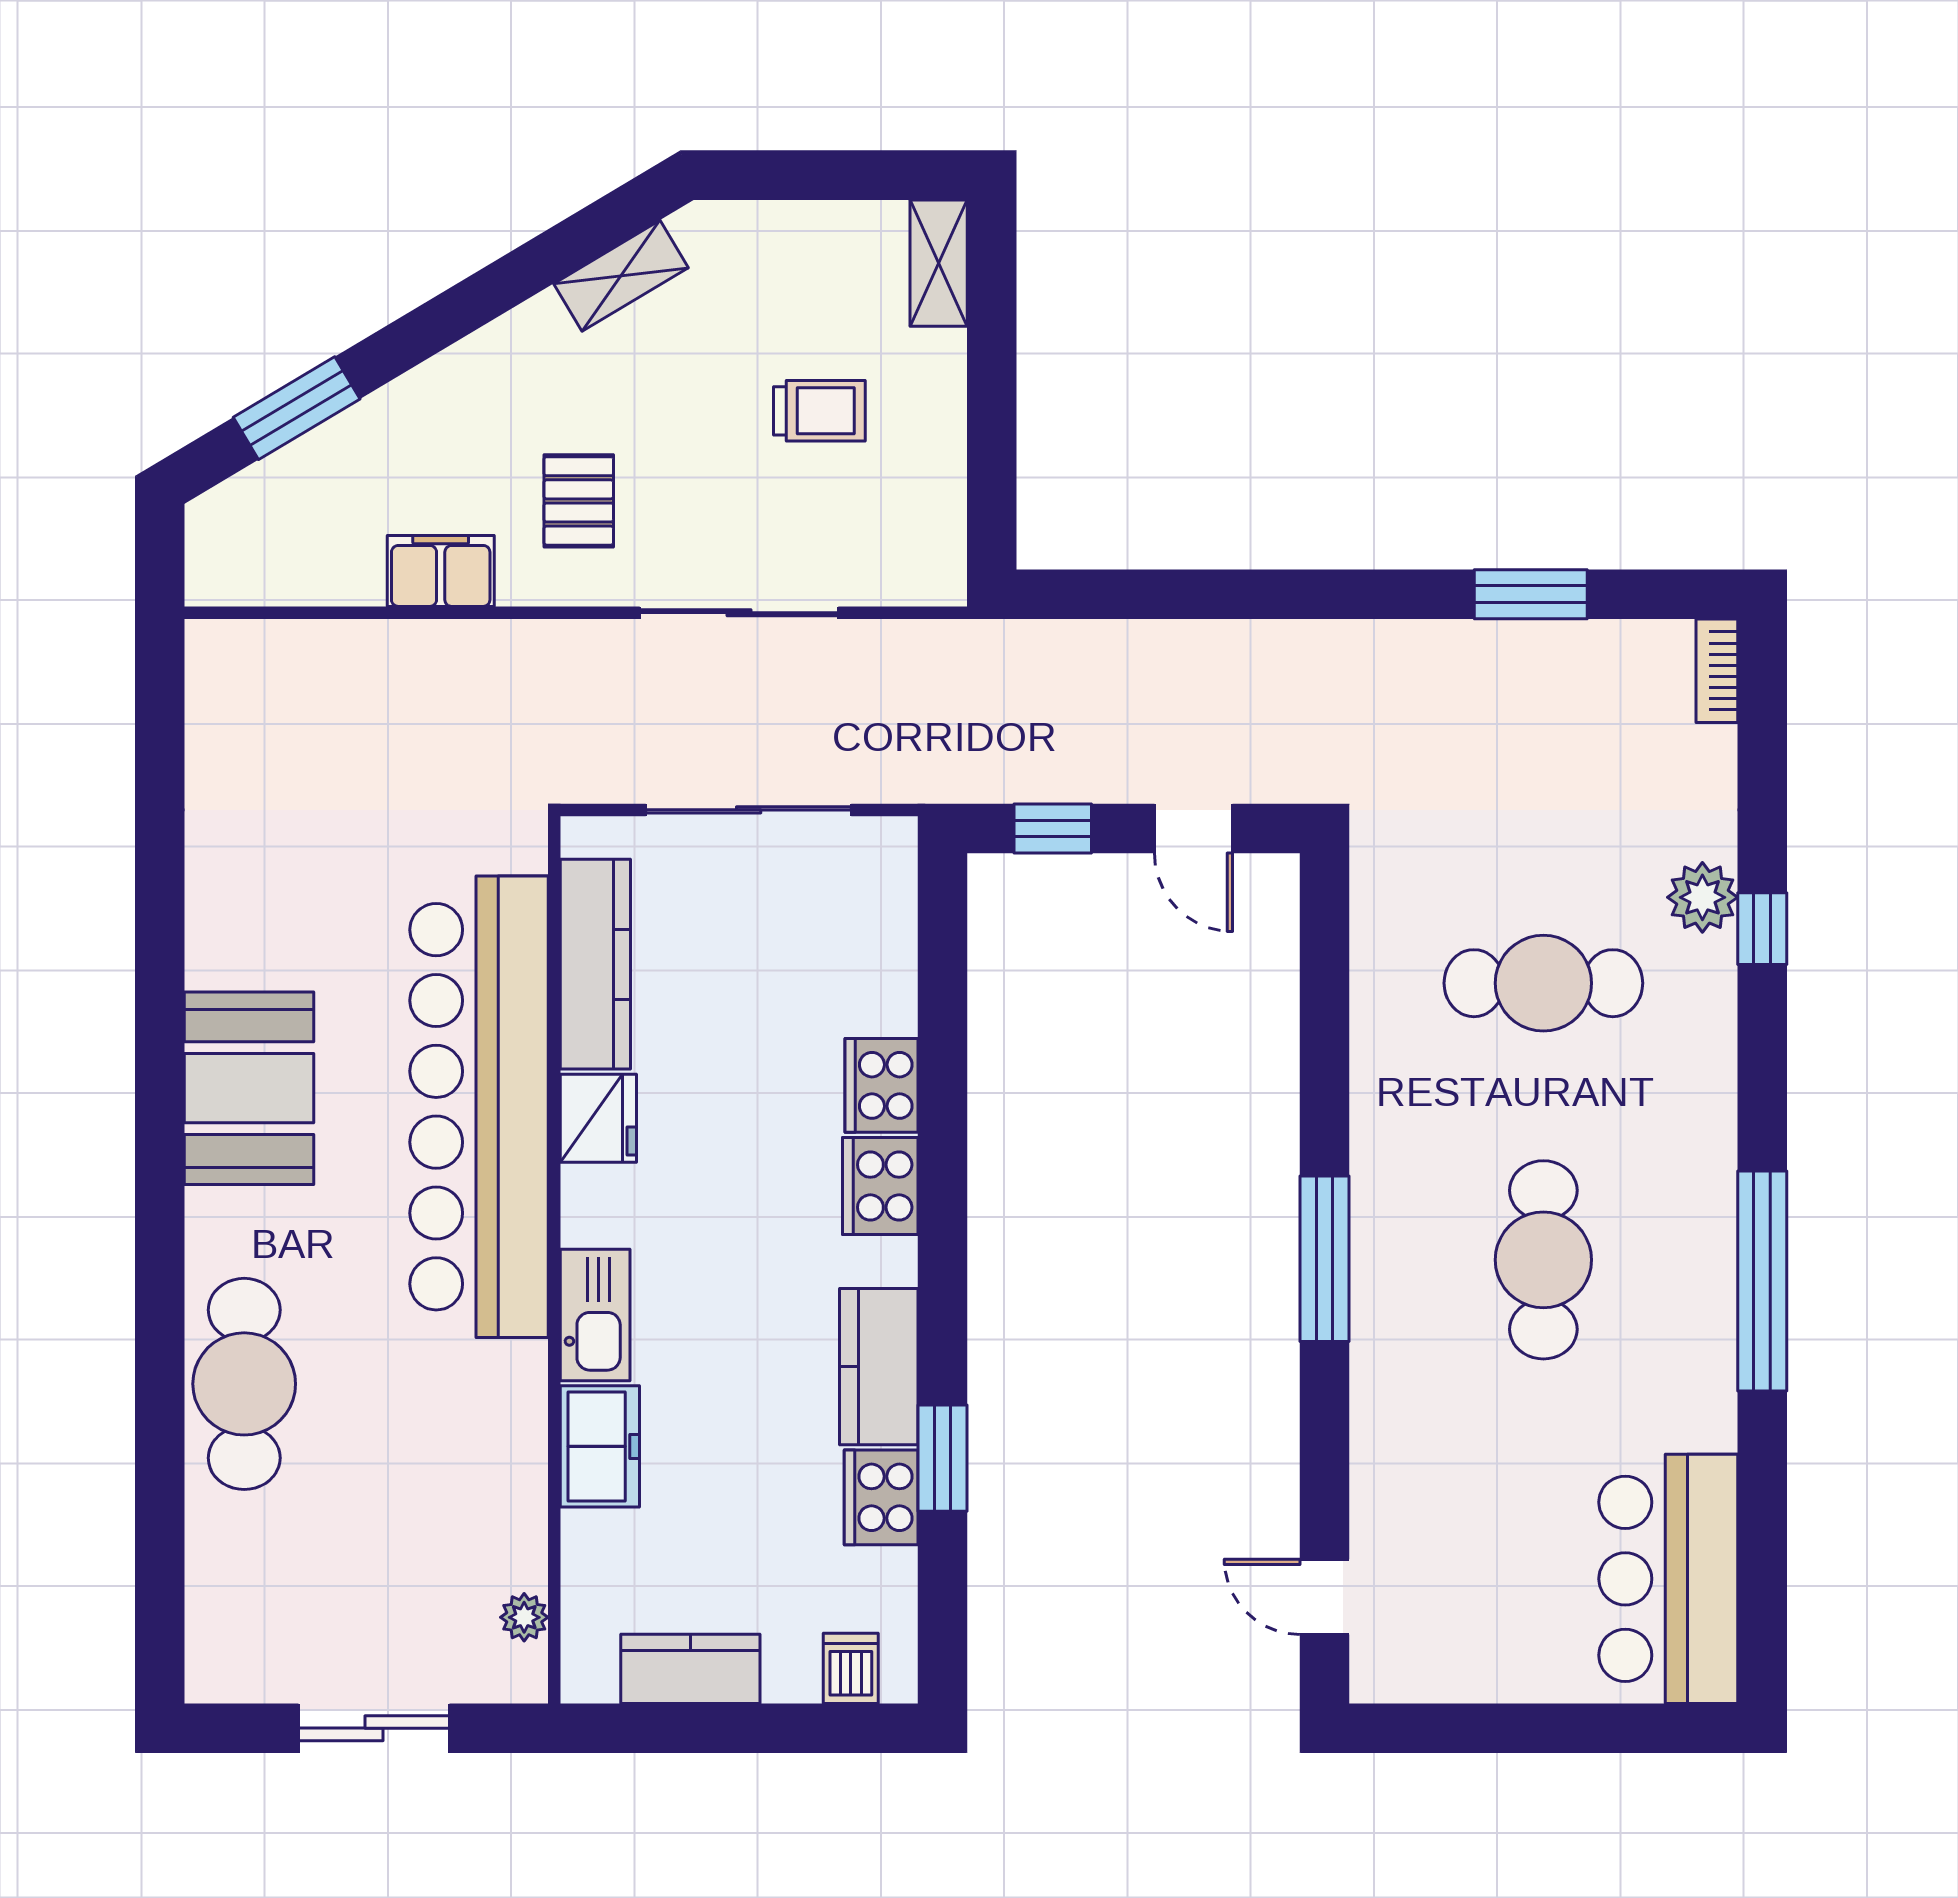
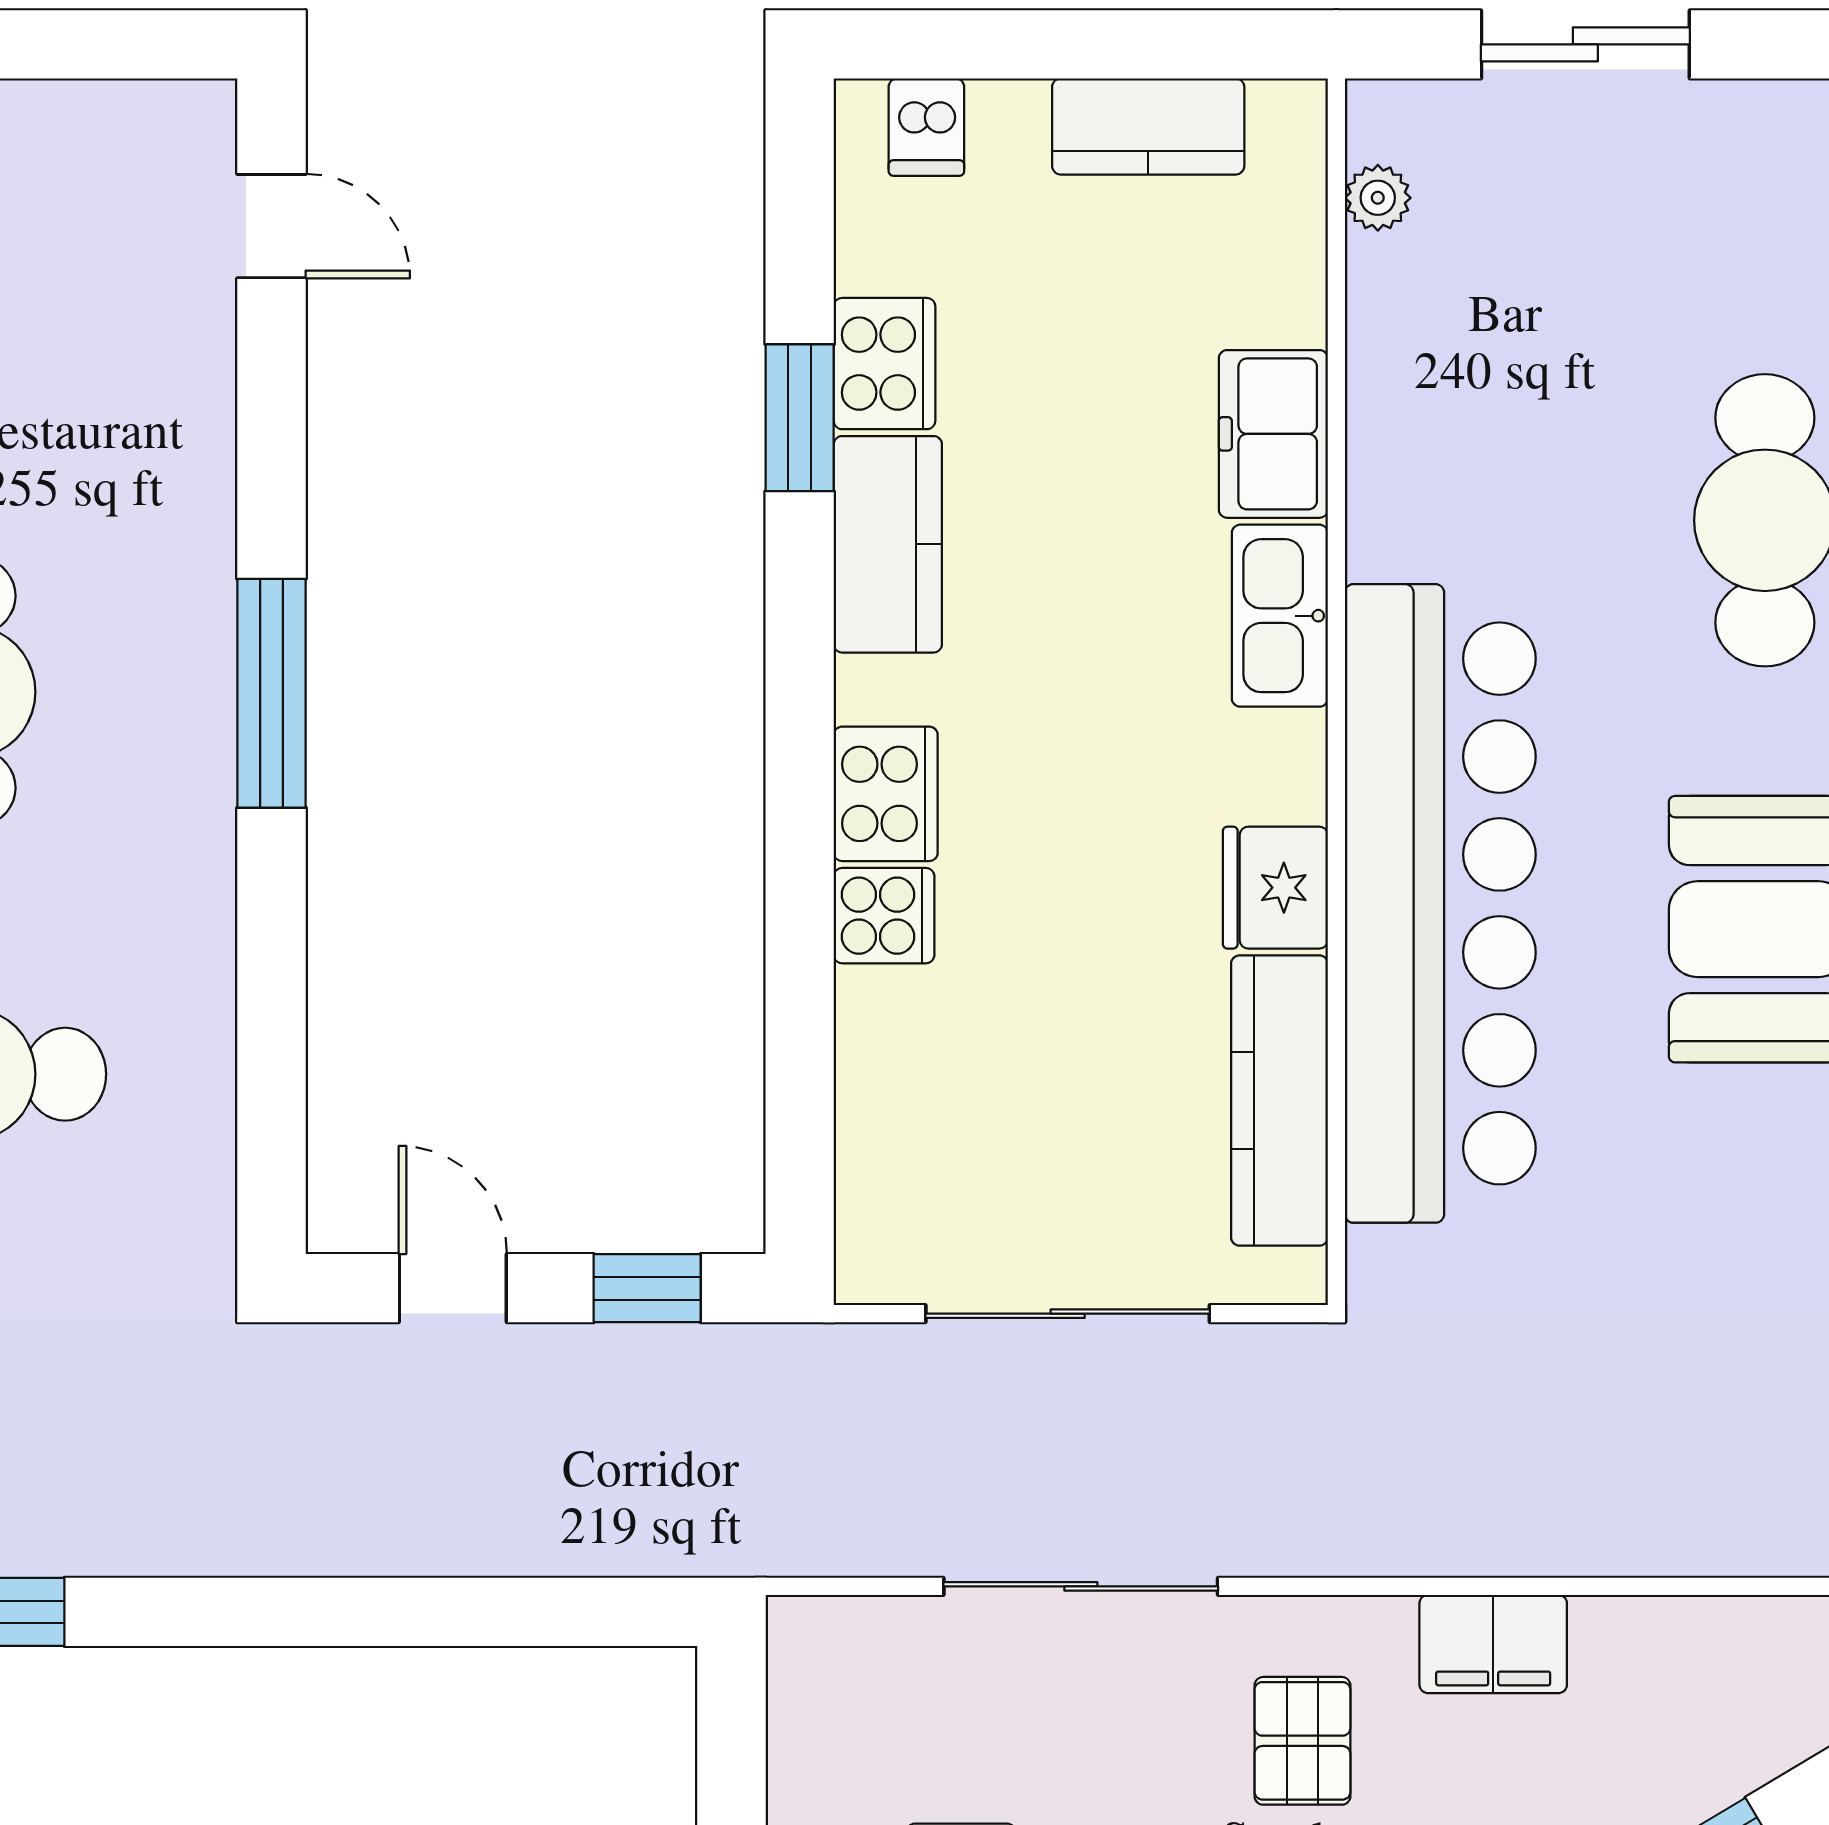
cooker: (881, 1085) -> (884, 916), width x0.73

